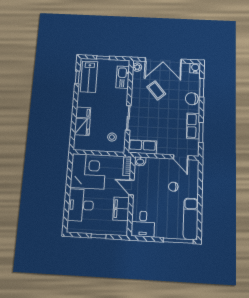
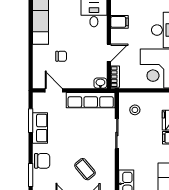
row of seats: (142, 147) -> (91, 100), width x1.48
door: (132, 187) -> (109, 53), hinge flipped
filing cabinet: (121, 209) -> (119, 22), width x0.50

